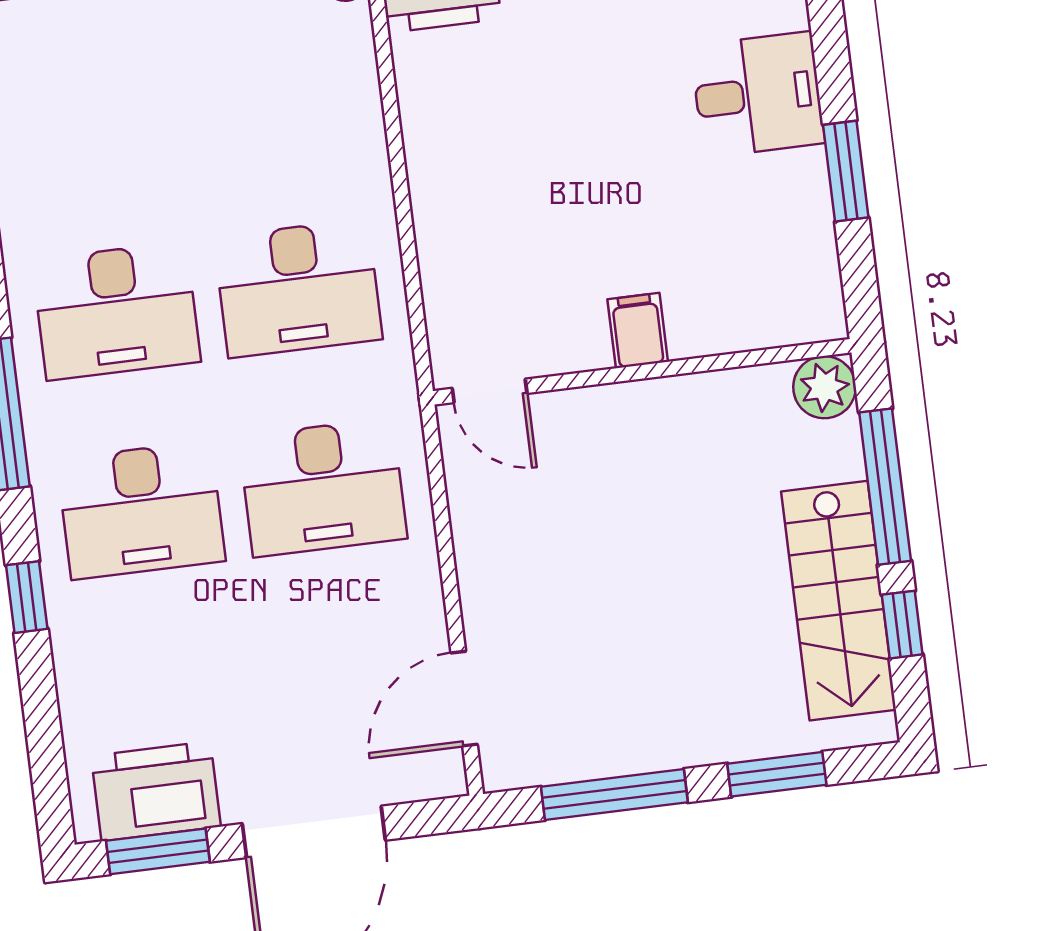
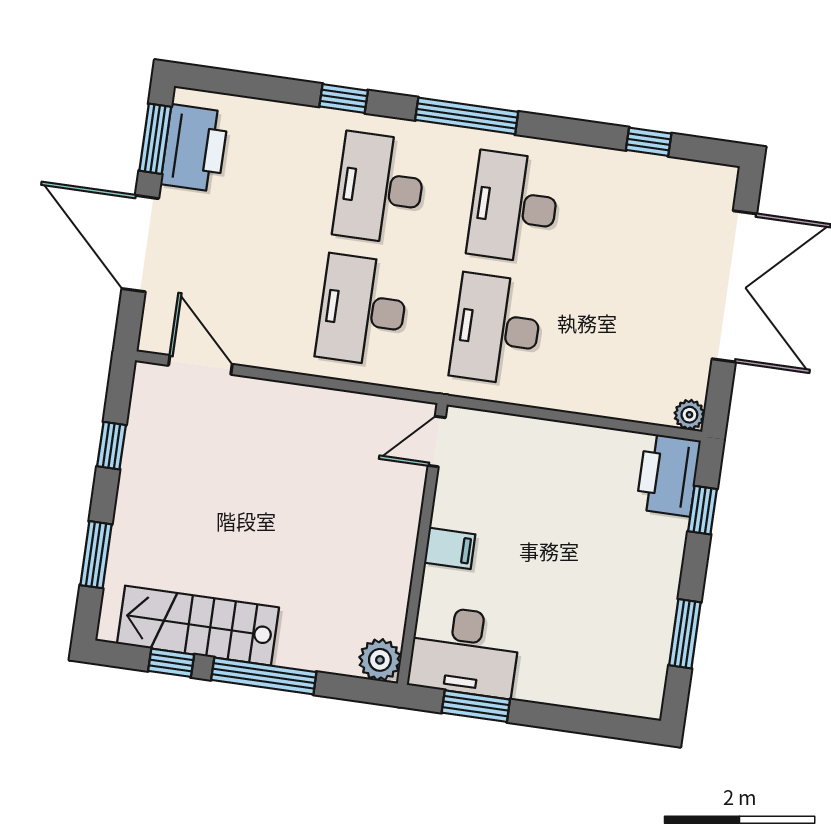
desk: (758, 94) -> (464, 651), moved, width x1.37
filing cabinet: (638, 331) -> (450, 548), moved
wall: (642, 372) -> (422, 544), moved
plant: (824, 387) -> (380, 660), moved
door: (490, 391) -> (437, 442), moved
window: (614, 794) -> (111, 446), width x0.46

